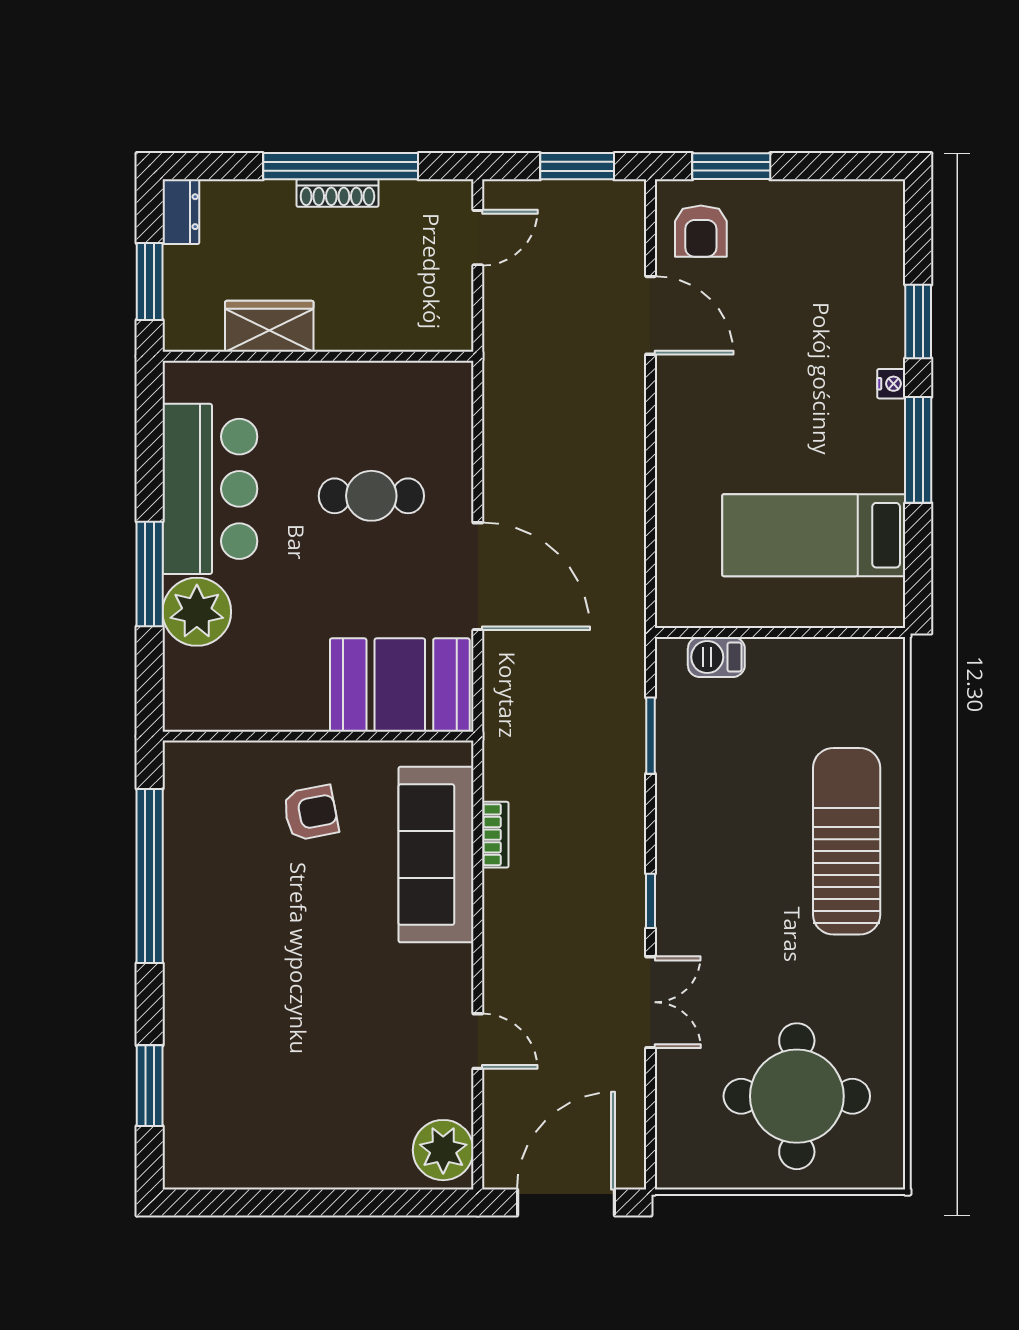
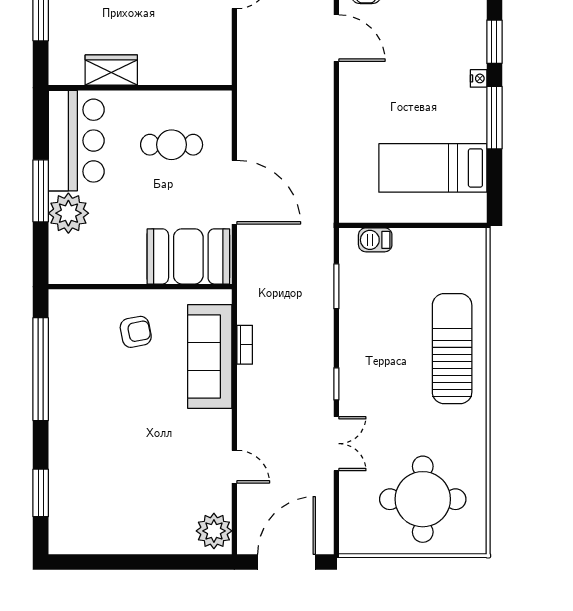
wardrobe: (269, 326) -> (111, 70), moved
wall: (318, 356) -> (140, 88), moved

